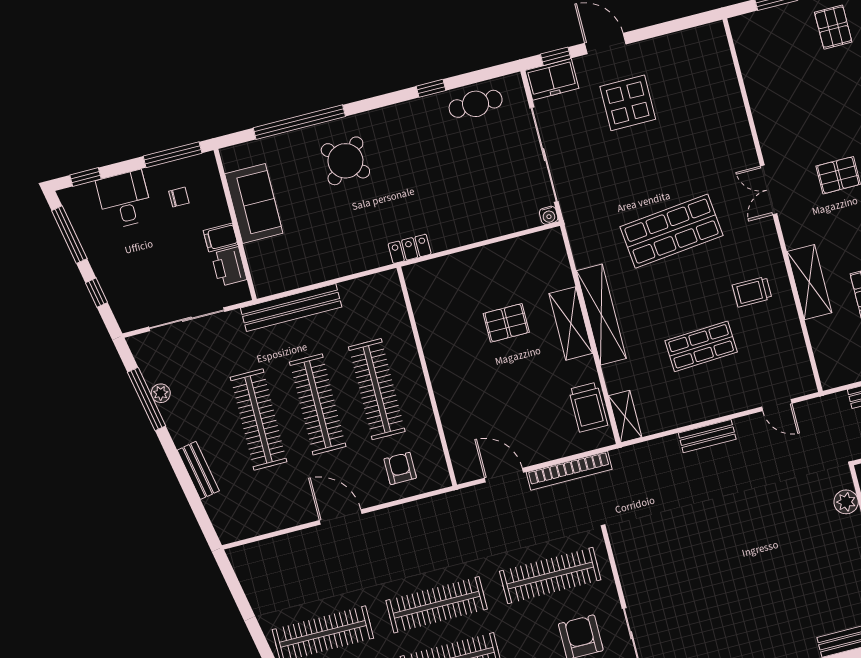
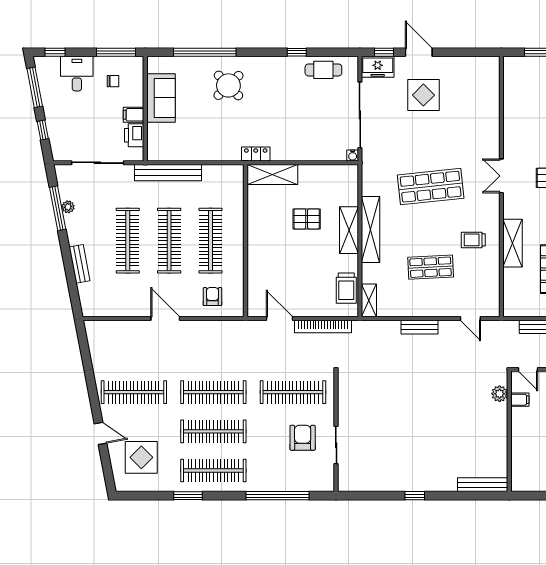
shelving: (441, 272) -> (272, 174), added

